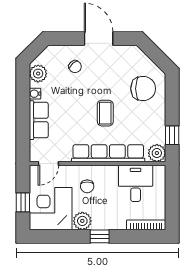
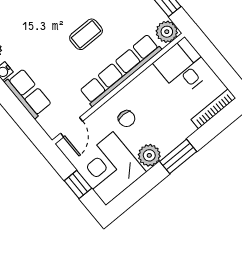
chair: (75, 67) -> (21, 14), removed
coffee table: (105, 113) -> (86, 34), turned 90
desk: (136, 183) -> (183, 67), moved
window: (100, 236) -> (178, 156), width x1.50

